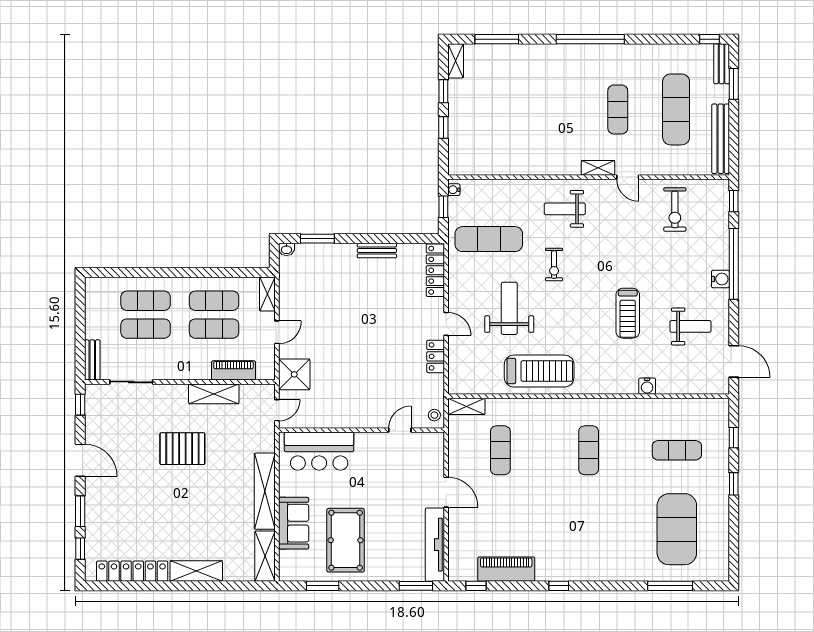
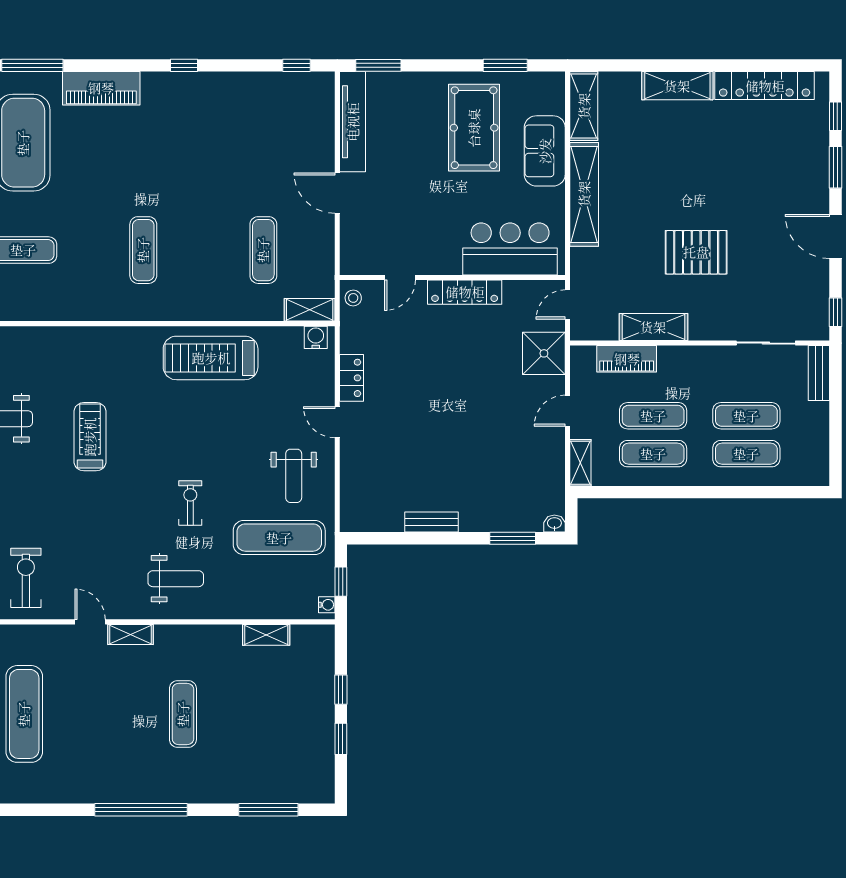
shelving: (456, 61) -> (266, 635), moved, turned 90
exercise mat: (618, 109) -> (183, 714), moved
locker: (435, 270) -> (465, 292), moved, turned 90
weight bench: (509, 308) -> (294, 476), moved, width x0.73, depth x0.75
water cooler: (647, 386) -> (316, 337), moved
piano: (506, 569) -> (101, 88), moved

